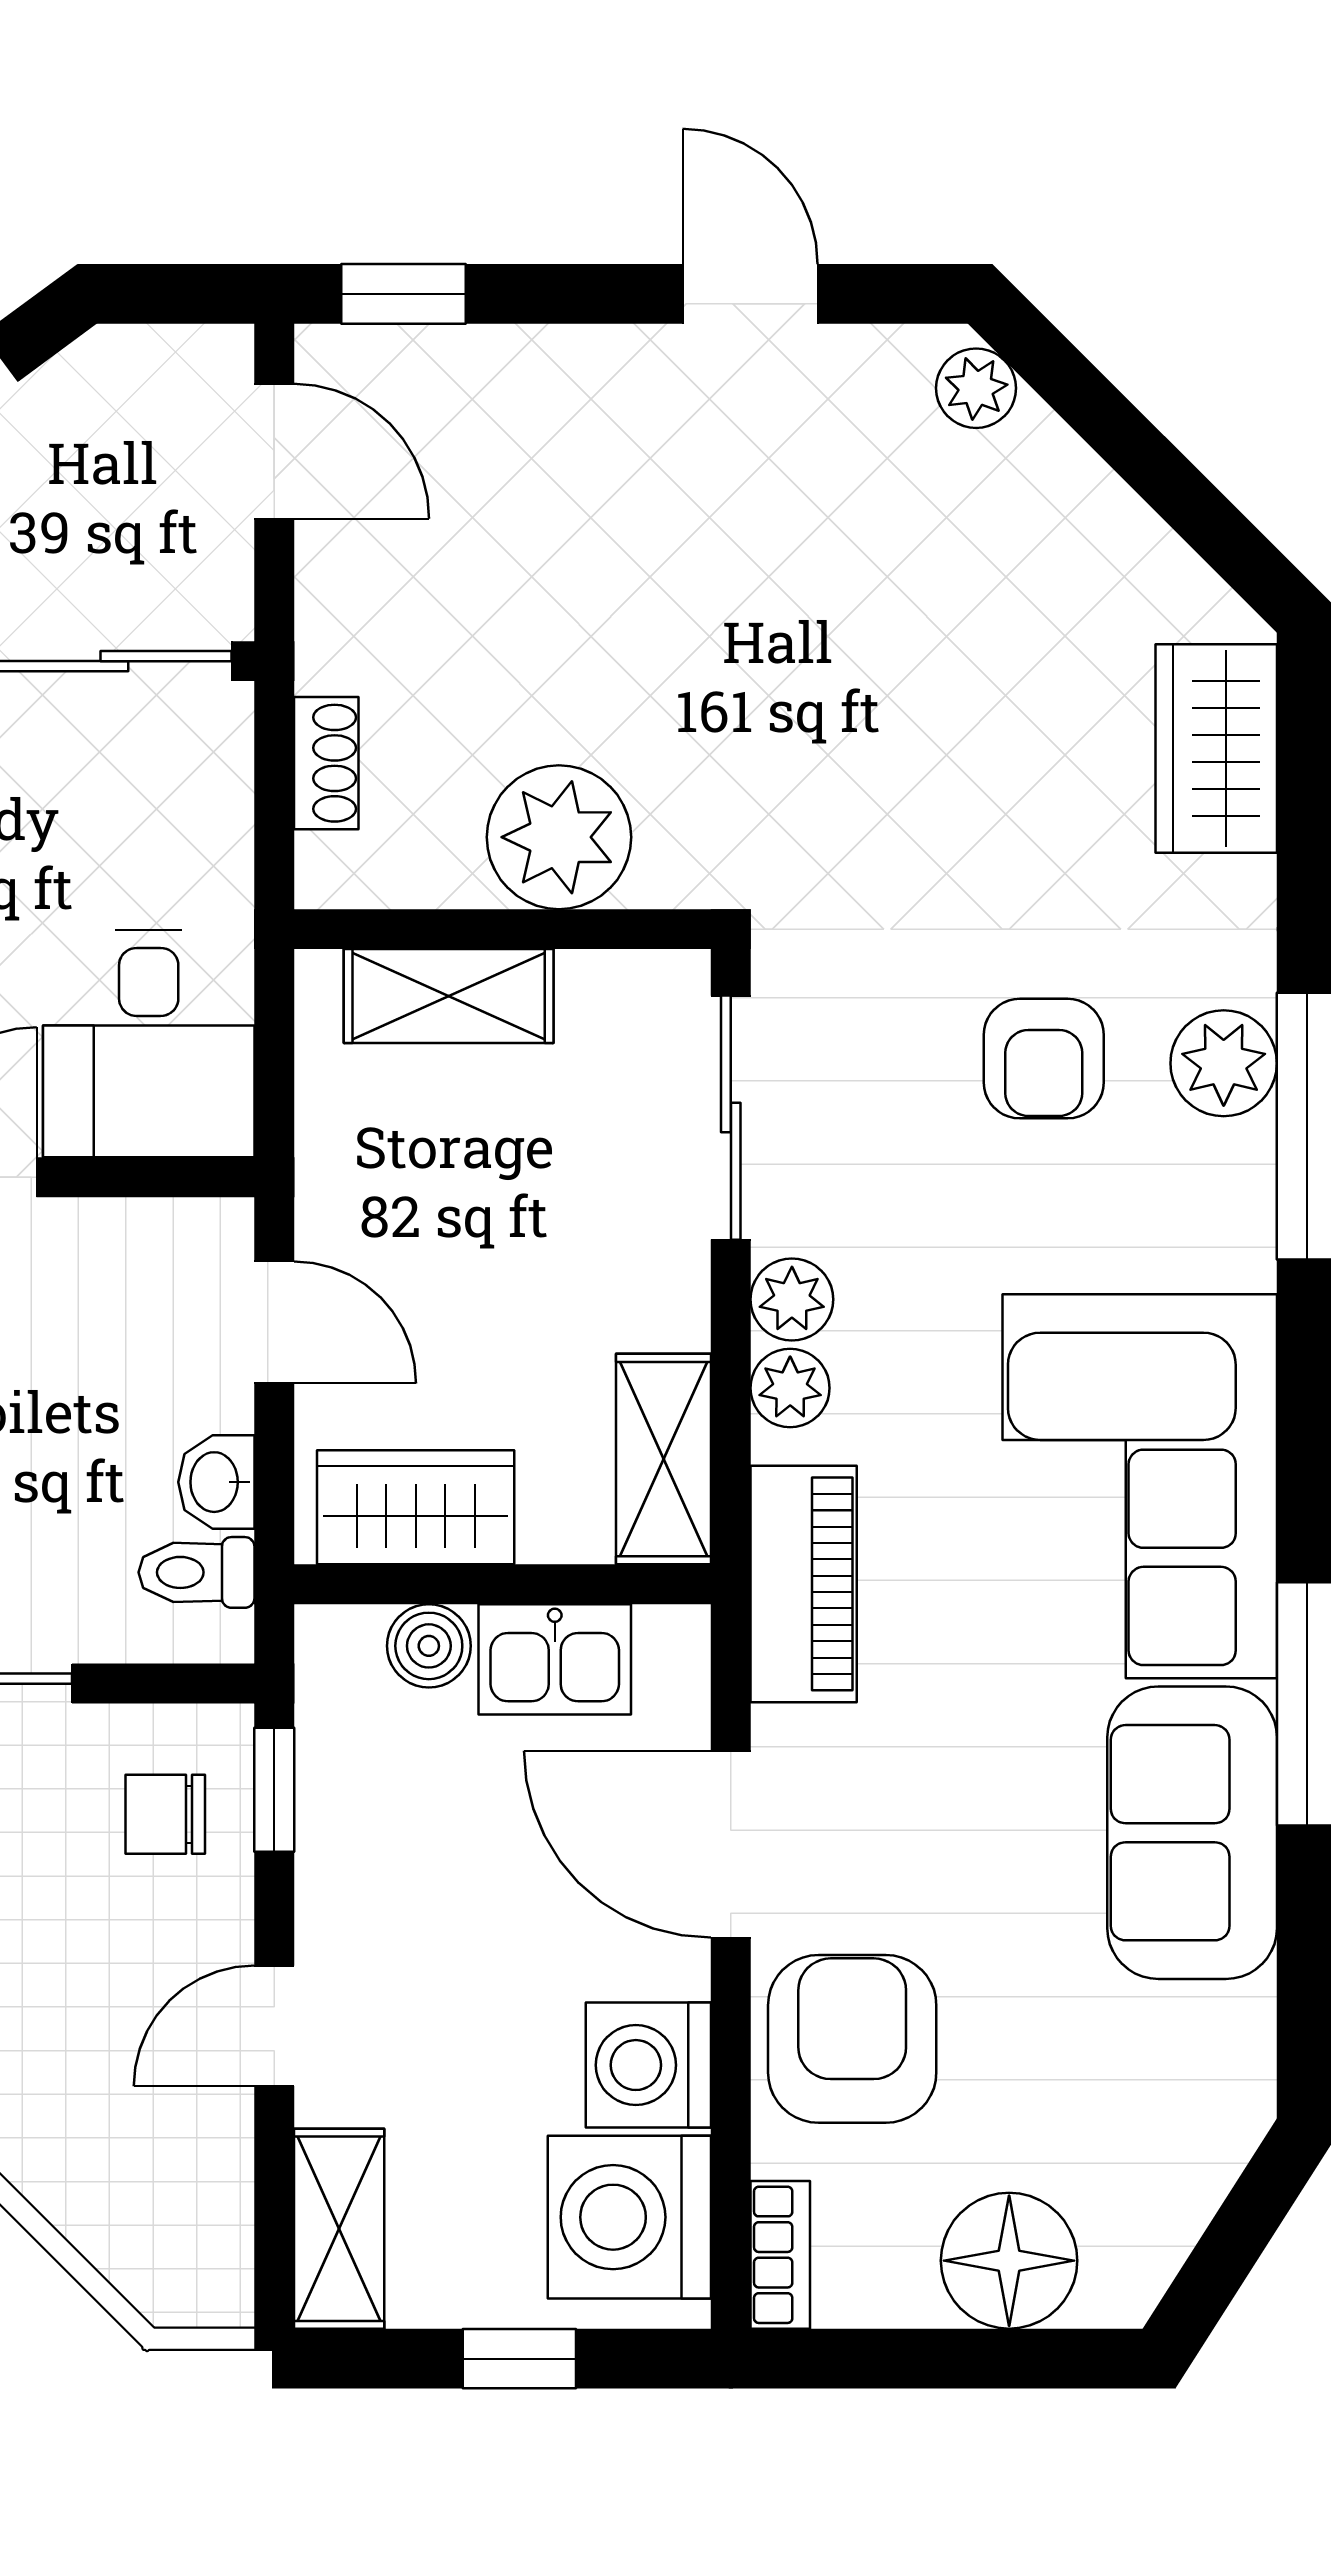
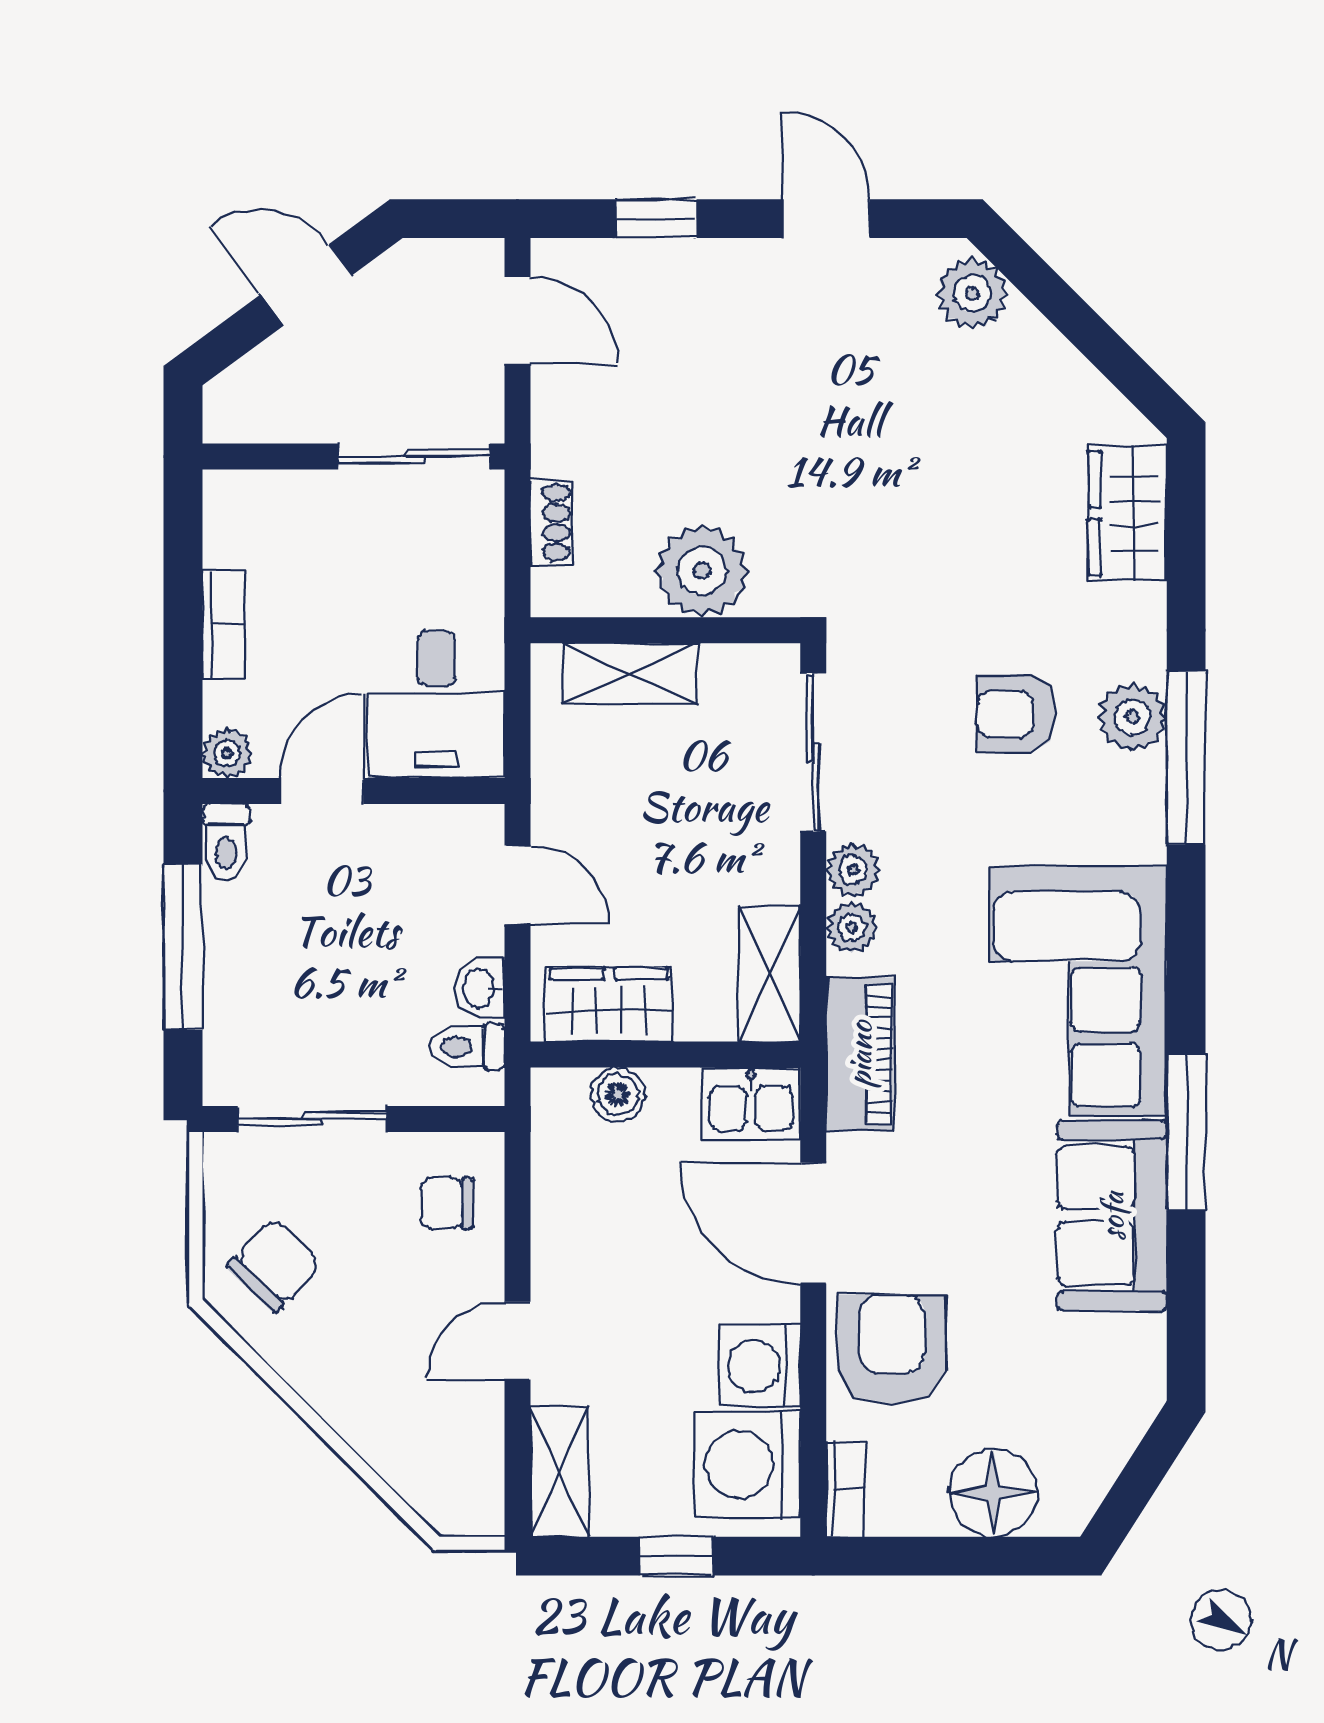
window: (404, 294) -> (656, 219), moved
plant: (976, 388) -> (972, 293), width x1.38, depth x1.38
armchair: (1044, 1059) -> (1016, 714), turned 90
kitchen sink: (555, 1659) -> (751, 1103), moved
window: (274, 1790) -> (517, 1188), removed

